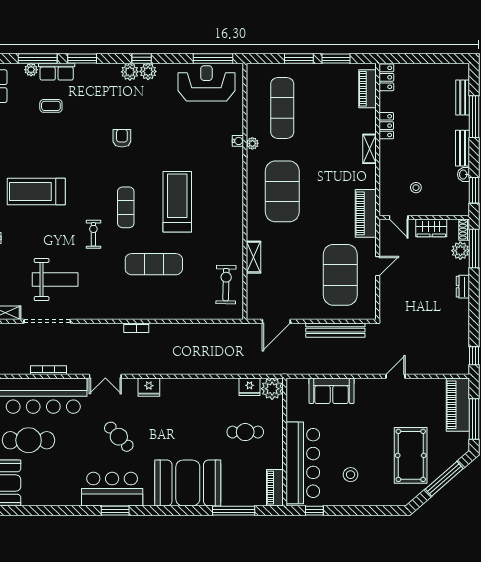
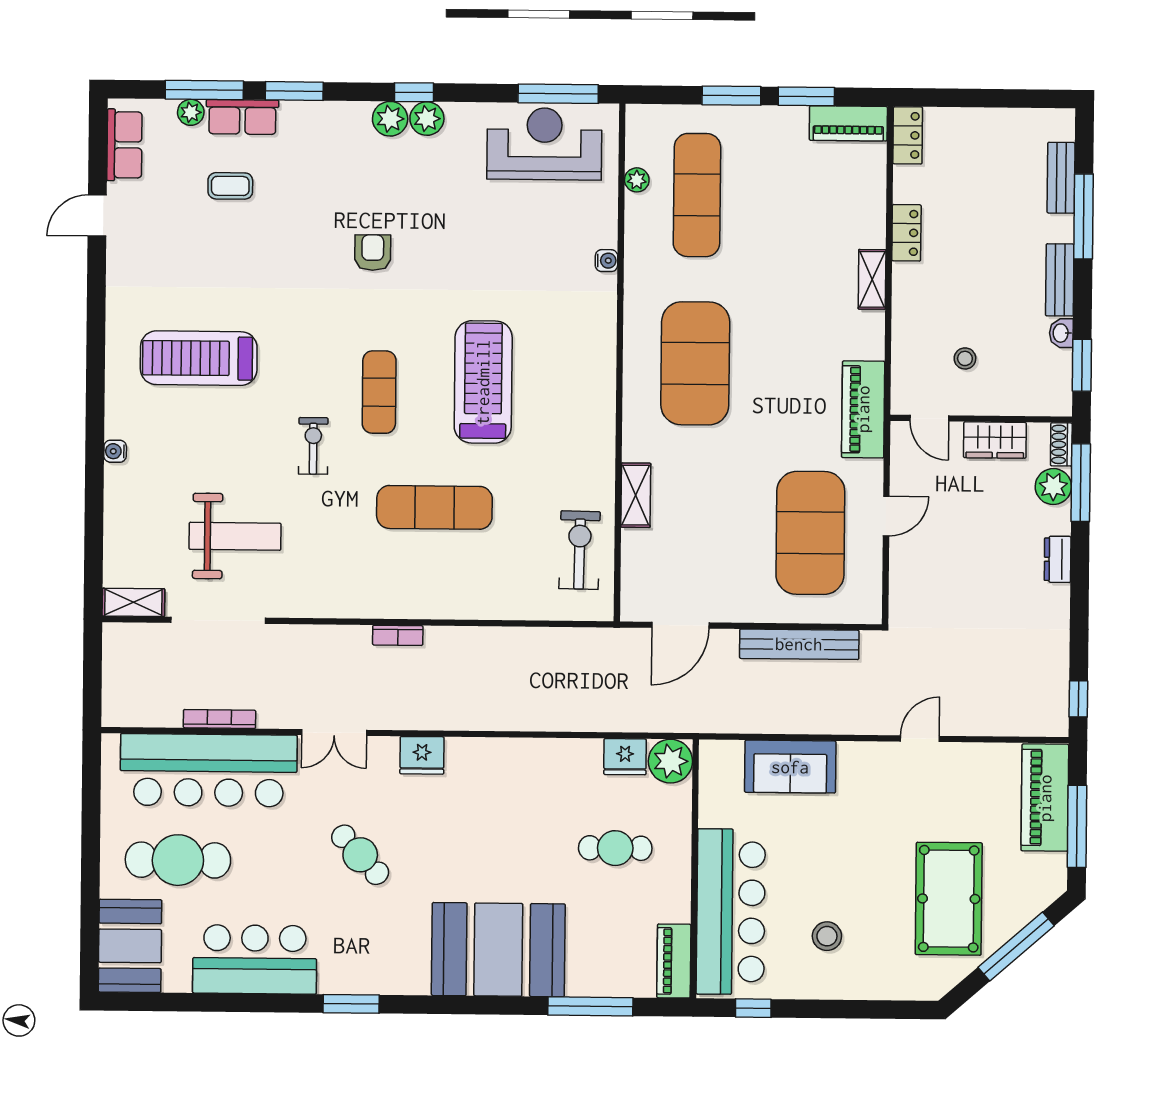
piano: (368, 89) -> (848, 123), moved, turned -90
plant: (252, 143) -> (637, 180), moved
bar counter: (112, 489) -> (255, 959), moved

